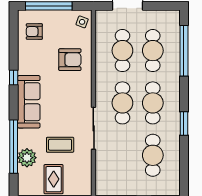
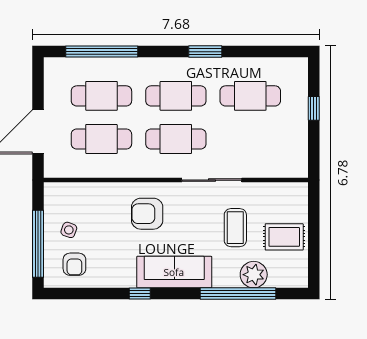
side table: (82, 22) -> (69, 230), moved
armchair: (70, 60) -> (147, 214), moved, turned -90

